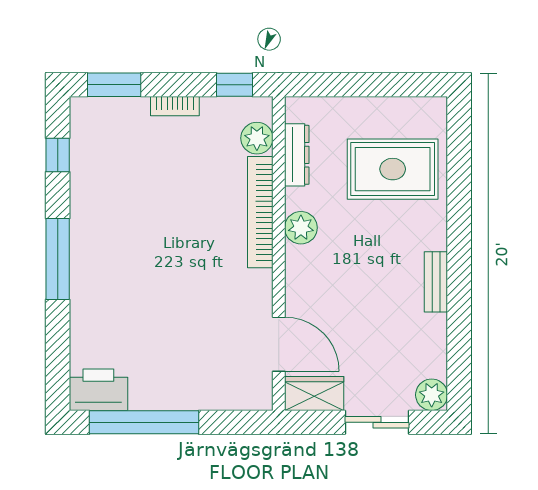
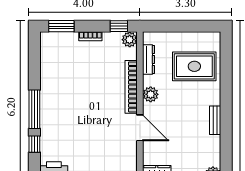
plant: (257, 138) -> (130, 40), moved
window: (58, 155) -> (34, 144), moved
door: (279, 344) -> (140, 128), moved

